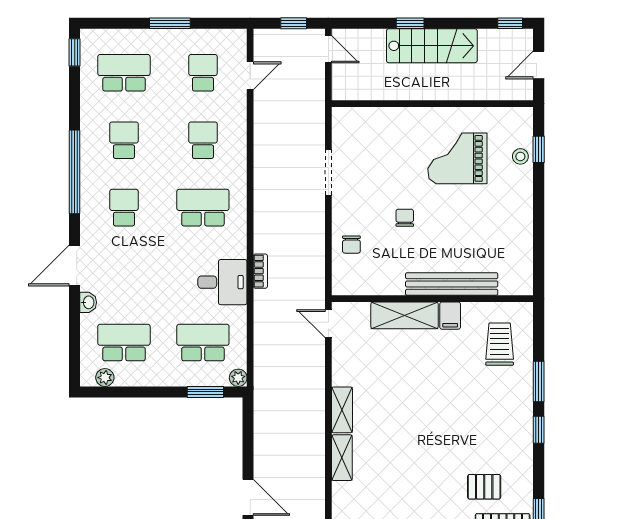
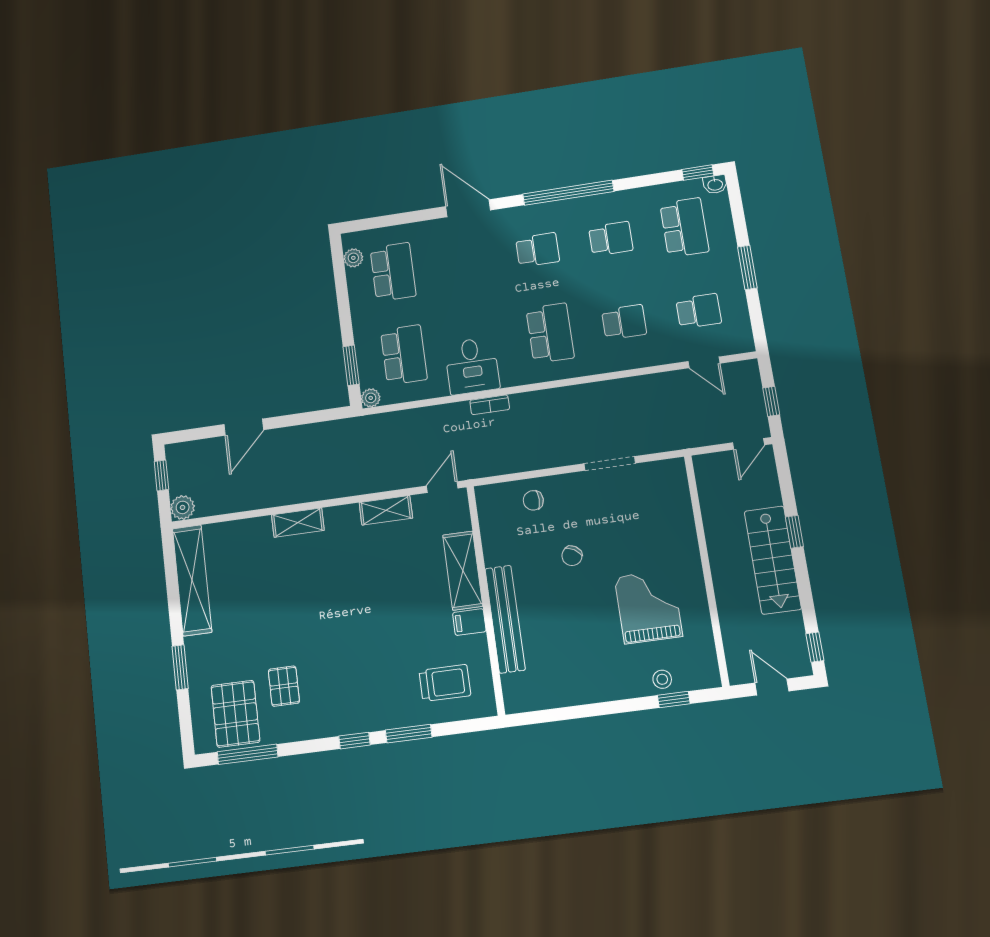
chair: (405, 218) -> (572, 556), turned 121
washbasin: (88, 302) -> (715, 184), moved
shelving: (342, 410) -> (386, 510), moved

